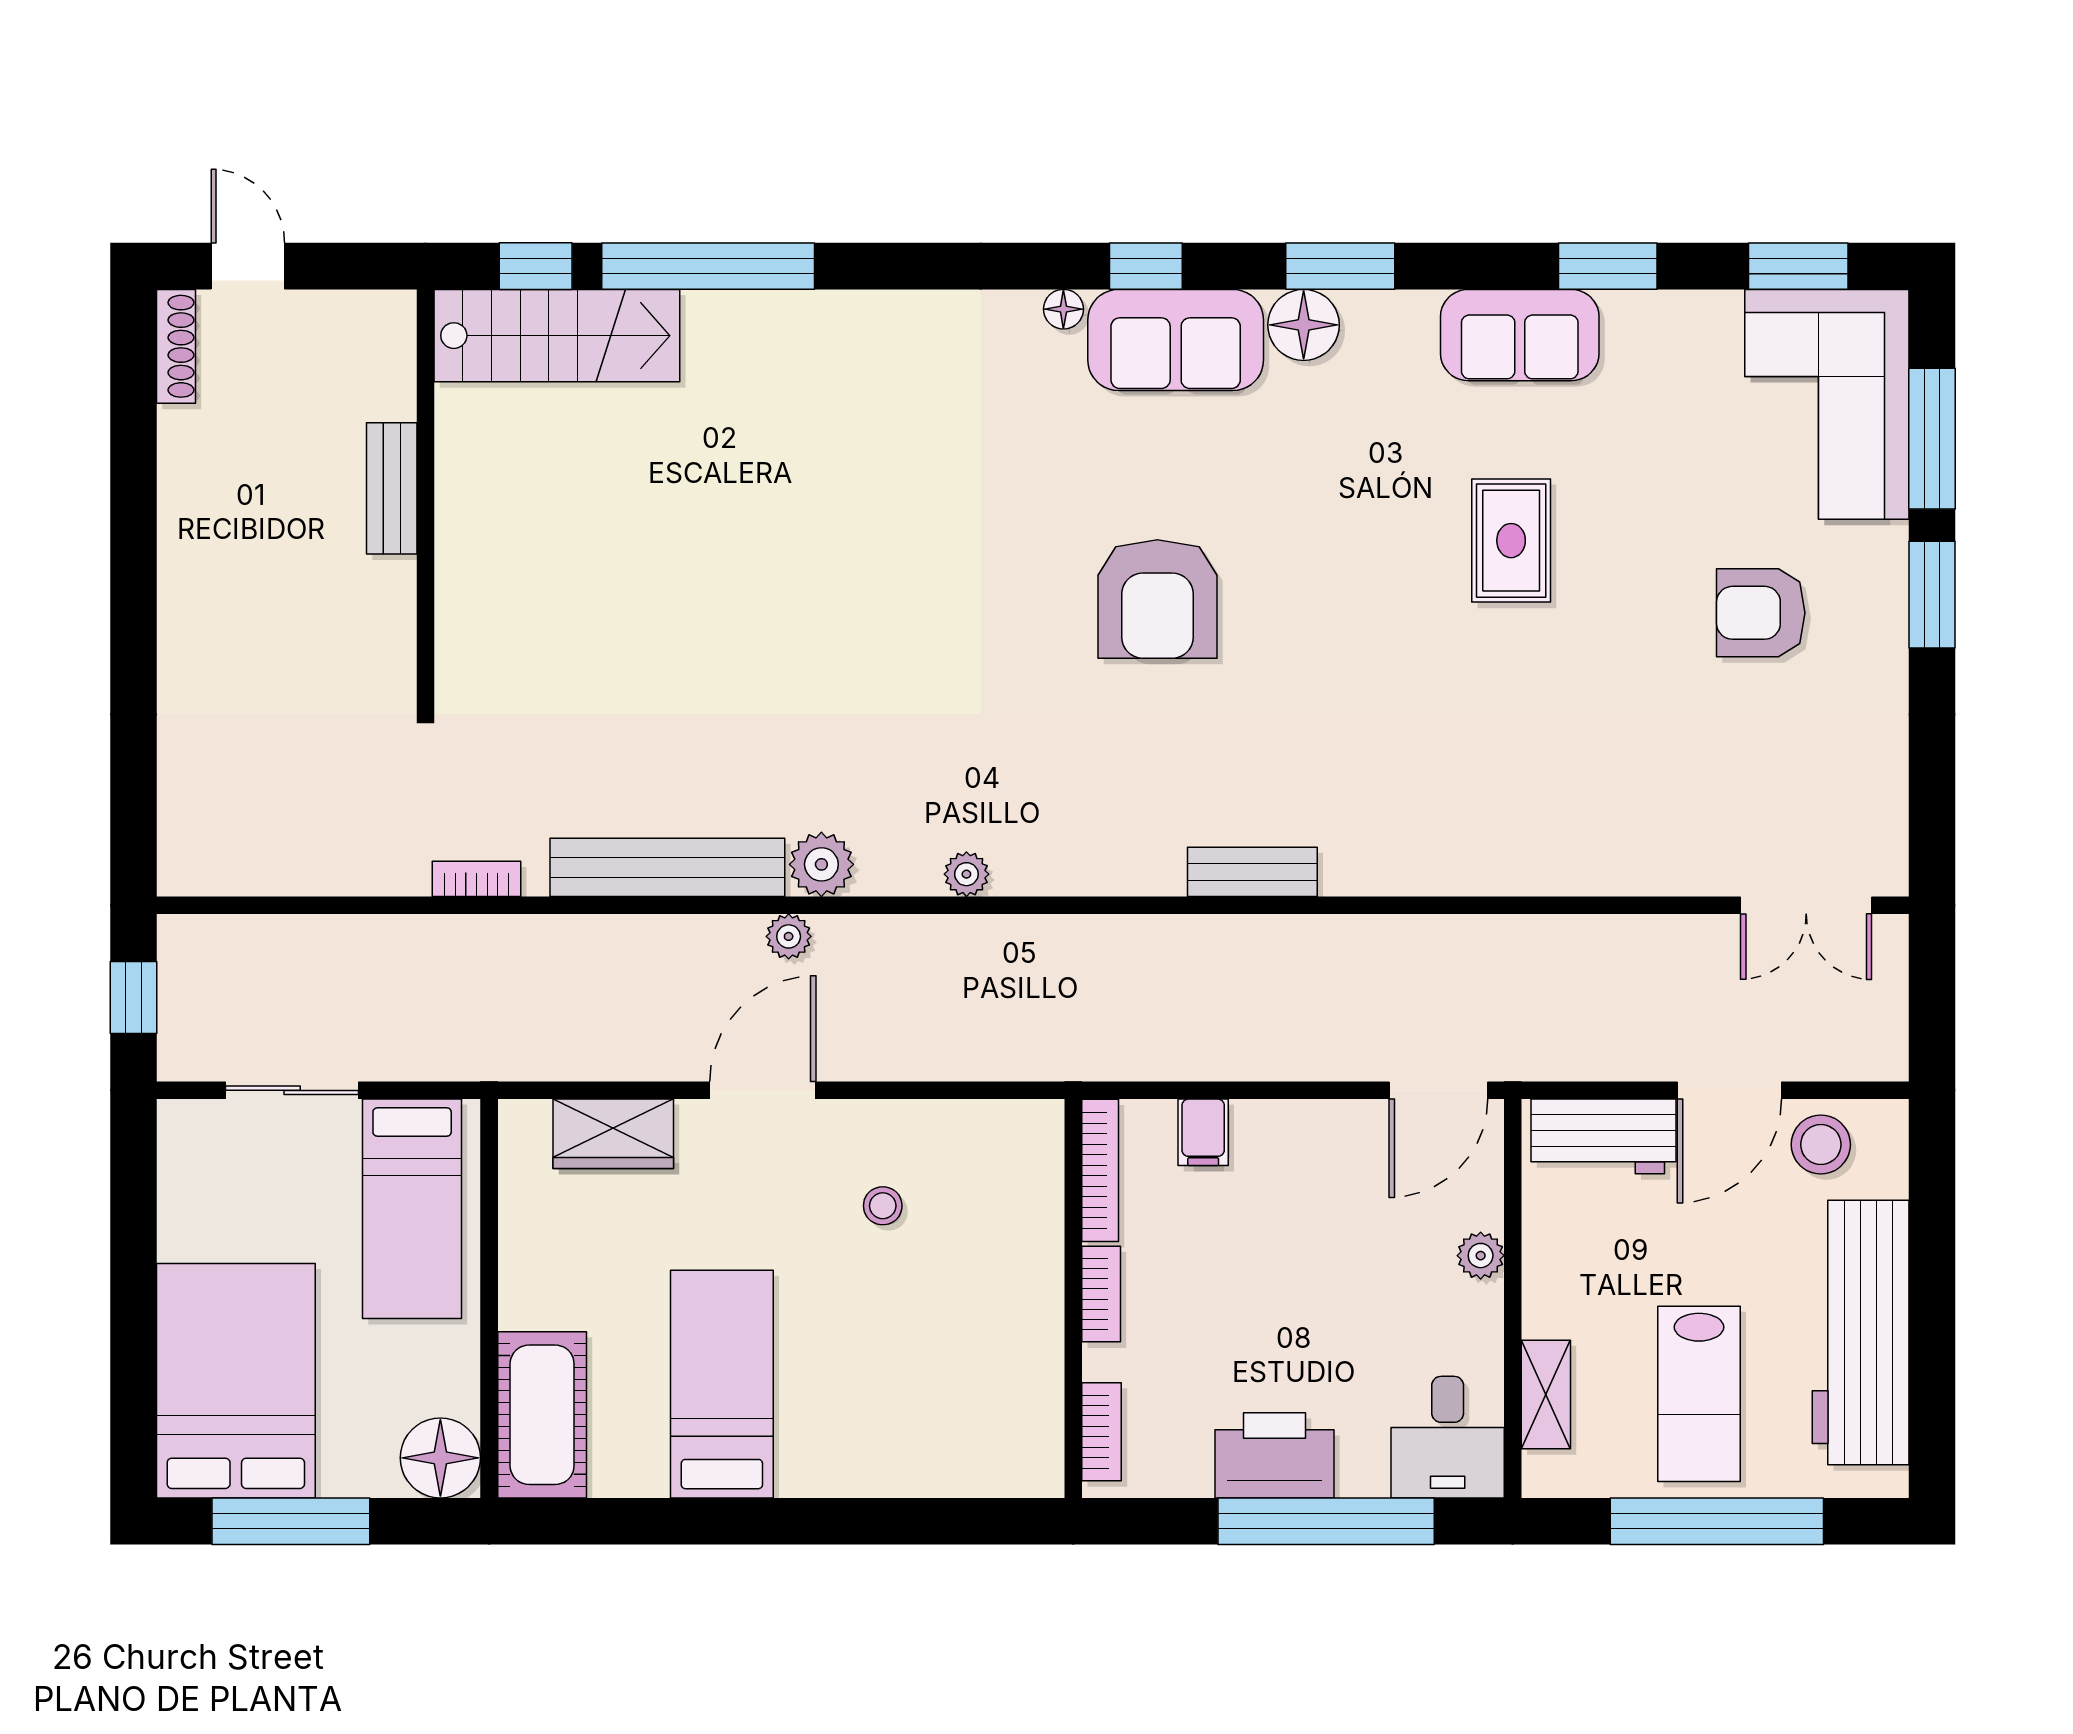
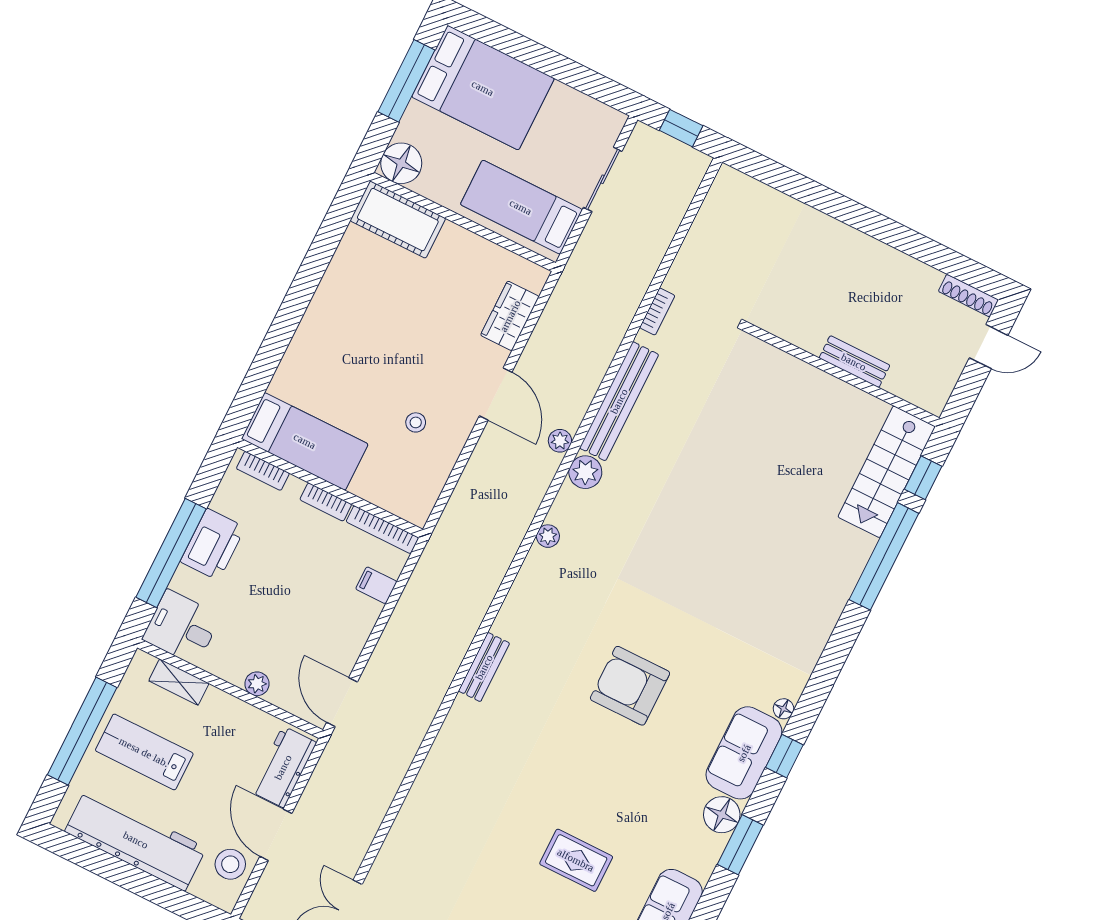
bed: (722, 1384) -> (305, 441), moved

